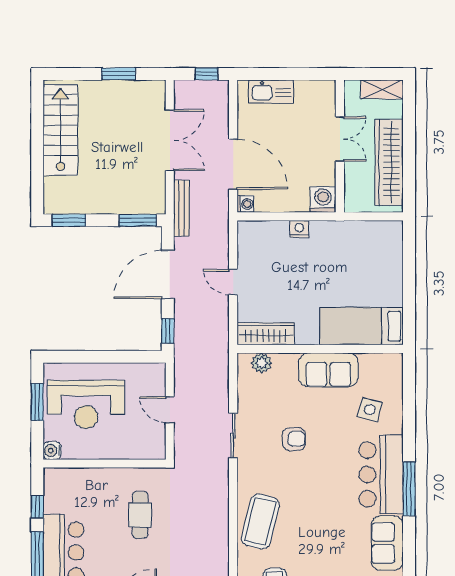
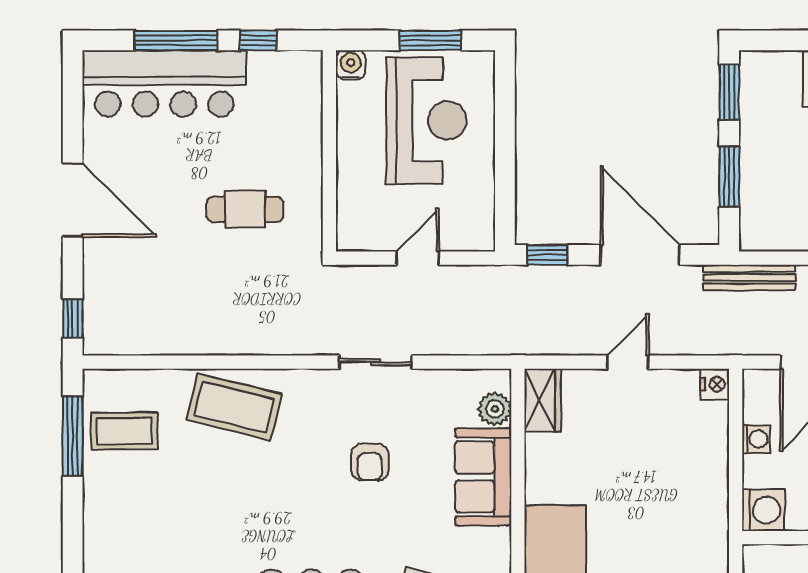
washing machine: (245, 204) -> (756, 439), moved, turned -90
window: (138, 220) -> (729, 177), moved
nightstand: (299, 229) -> (715, 384), moved
wardrobe: (266, 334) -> (543, 400), width x0.67
sofa: (328, 370) -> (483, 477), moved
reception desk: (86, 404) -> (426, 120), turned 180

